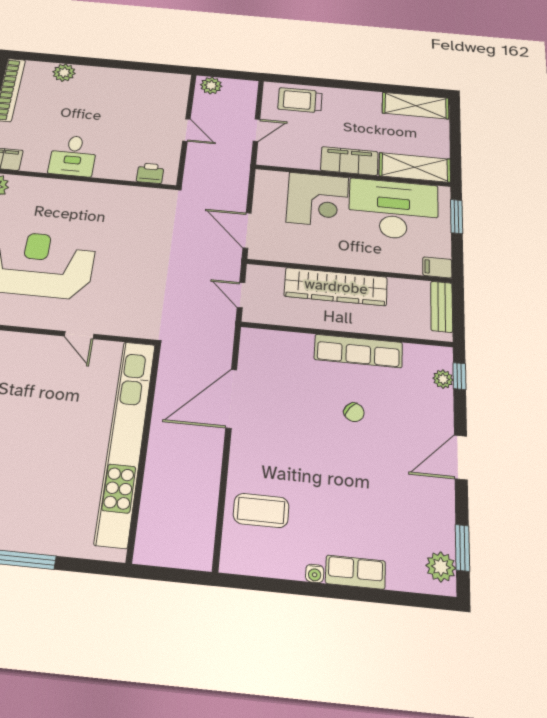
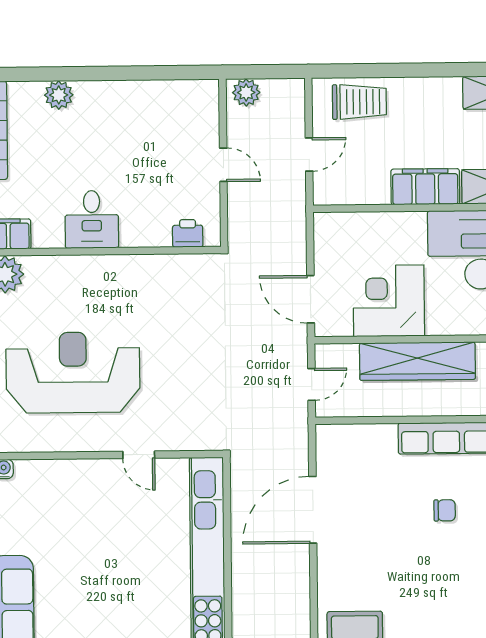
trolley: (300, 100) -> (359, 102), turned 180
corner desk: (318, 200) -> (389, 301), moved, turned 180
door: (241, 295) -> (311, 384), swing flipped
chair: (354, 412) -> (445, 510), turned -39

